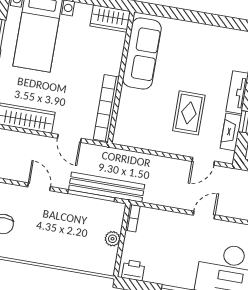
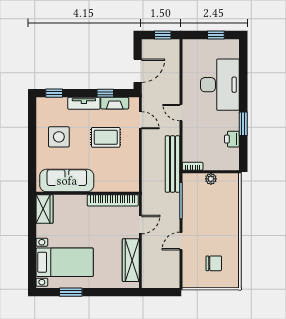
side table: (200, 53) -> (59, 137), added
bench: (107, 187) -> (173, 164), moved
printer: (133, 270) -> (232, 139), moved

